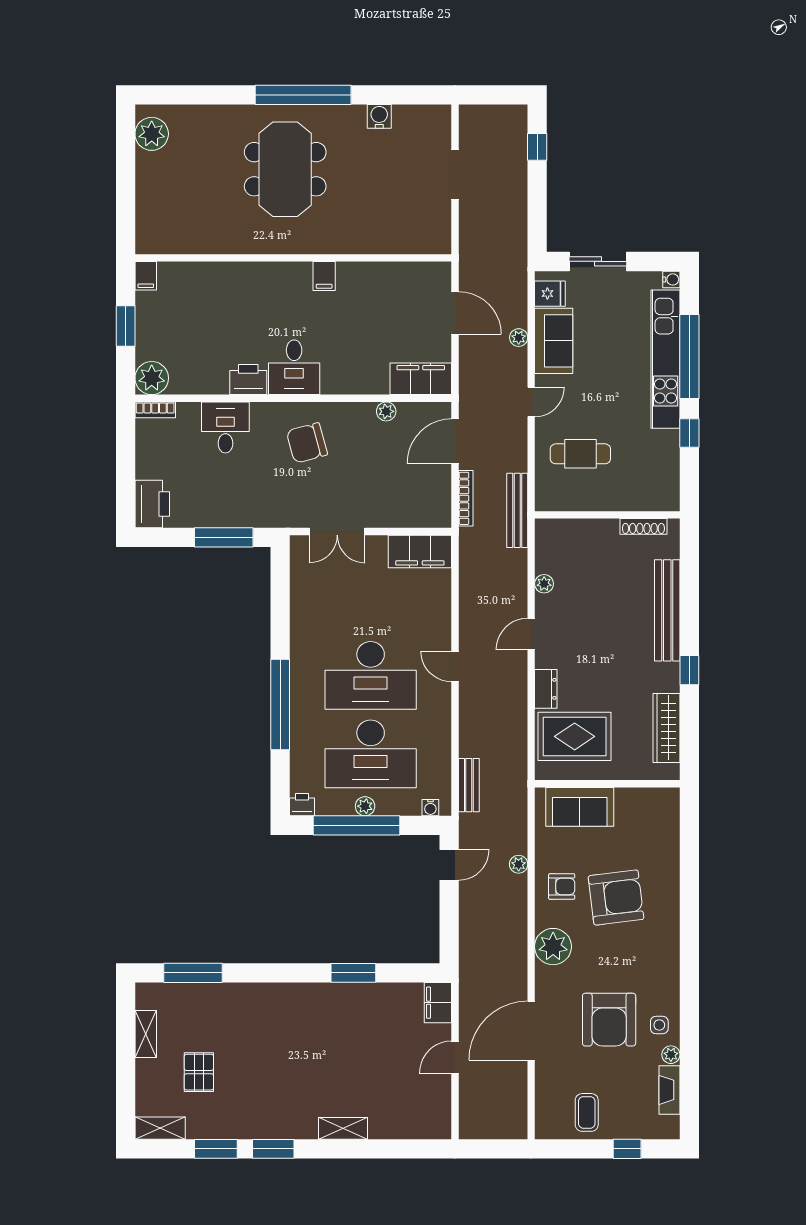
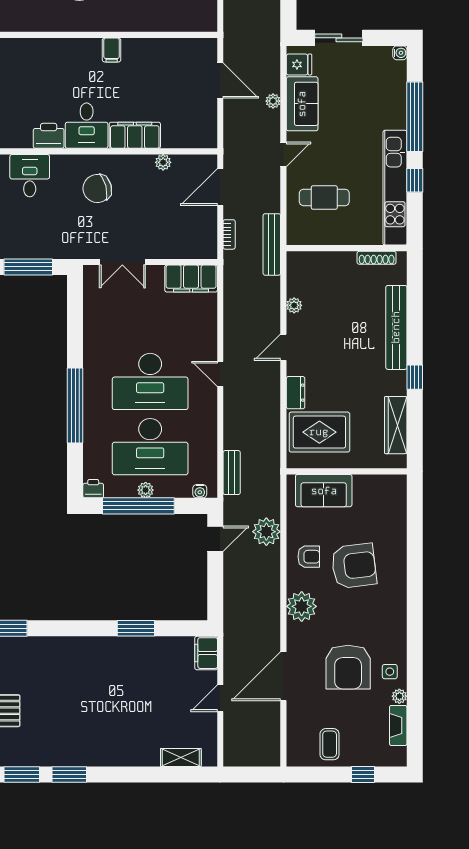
kitchen unit: (666, 359) -> (395, 188), moved
filing cabinet: (421, 379) -> (135, 135), moved
bookcase: (466, 498) -> (229, 234), width x0.64
plant: (519, 864) -> (266, 532), width x1.88, depth x1.88
shelving: (343, 1128) -> (181, 757), moved

